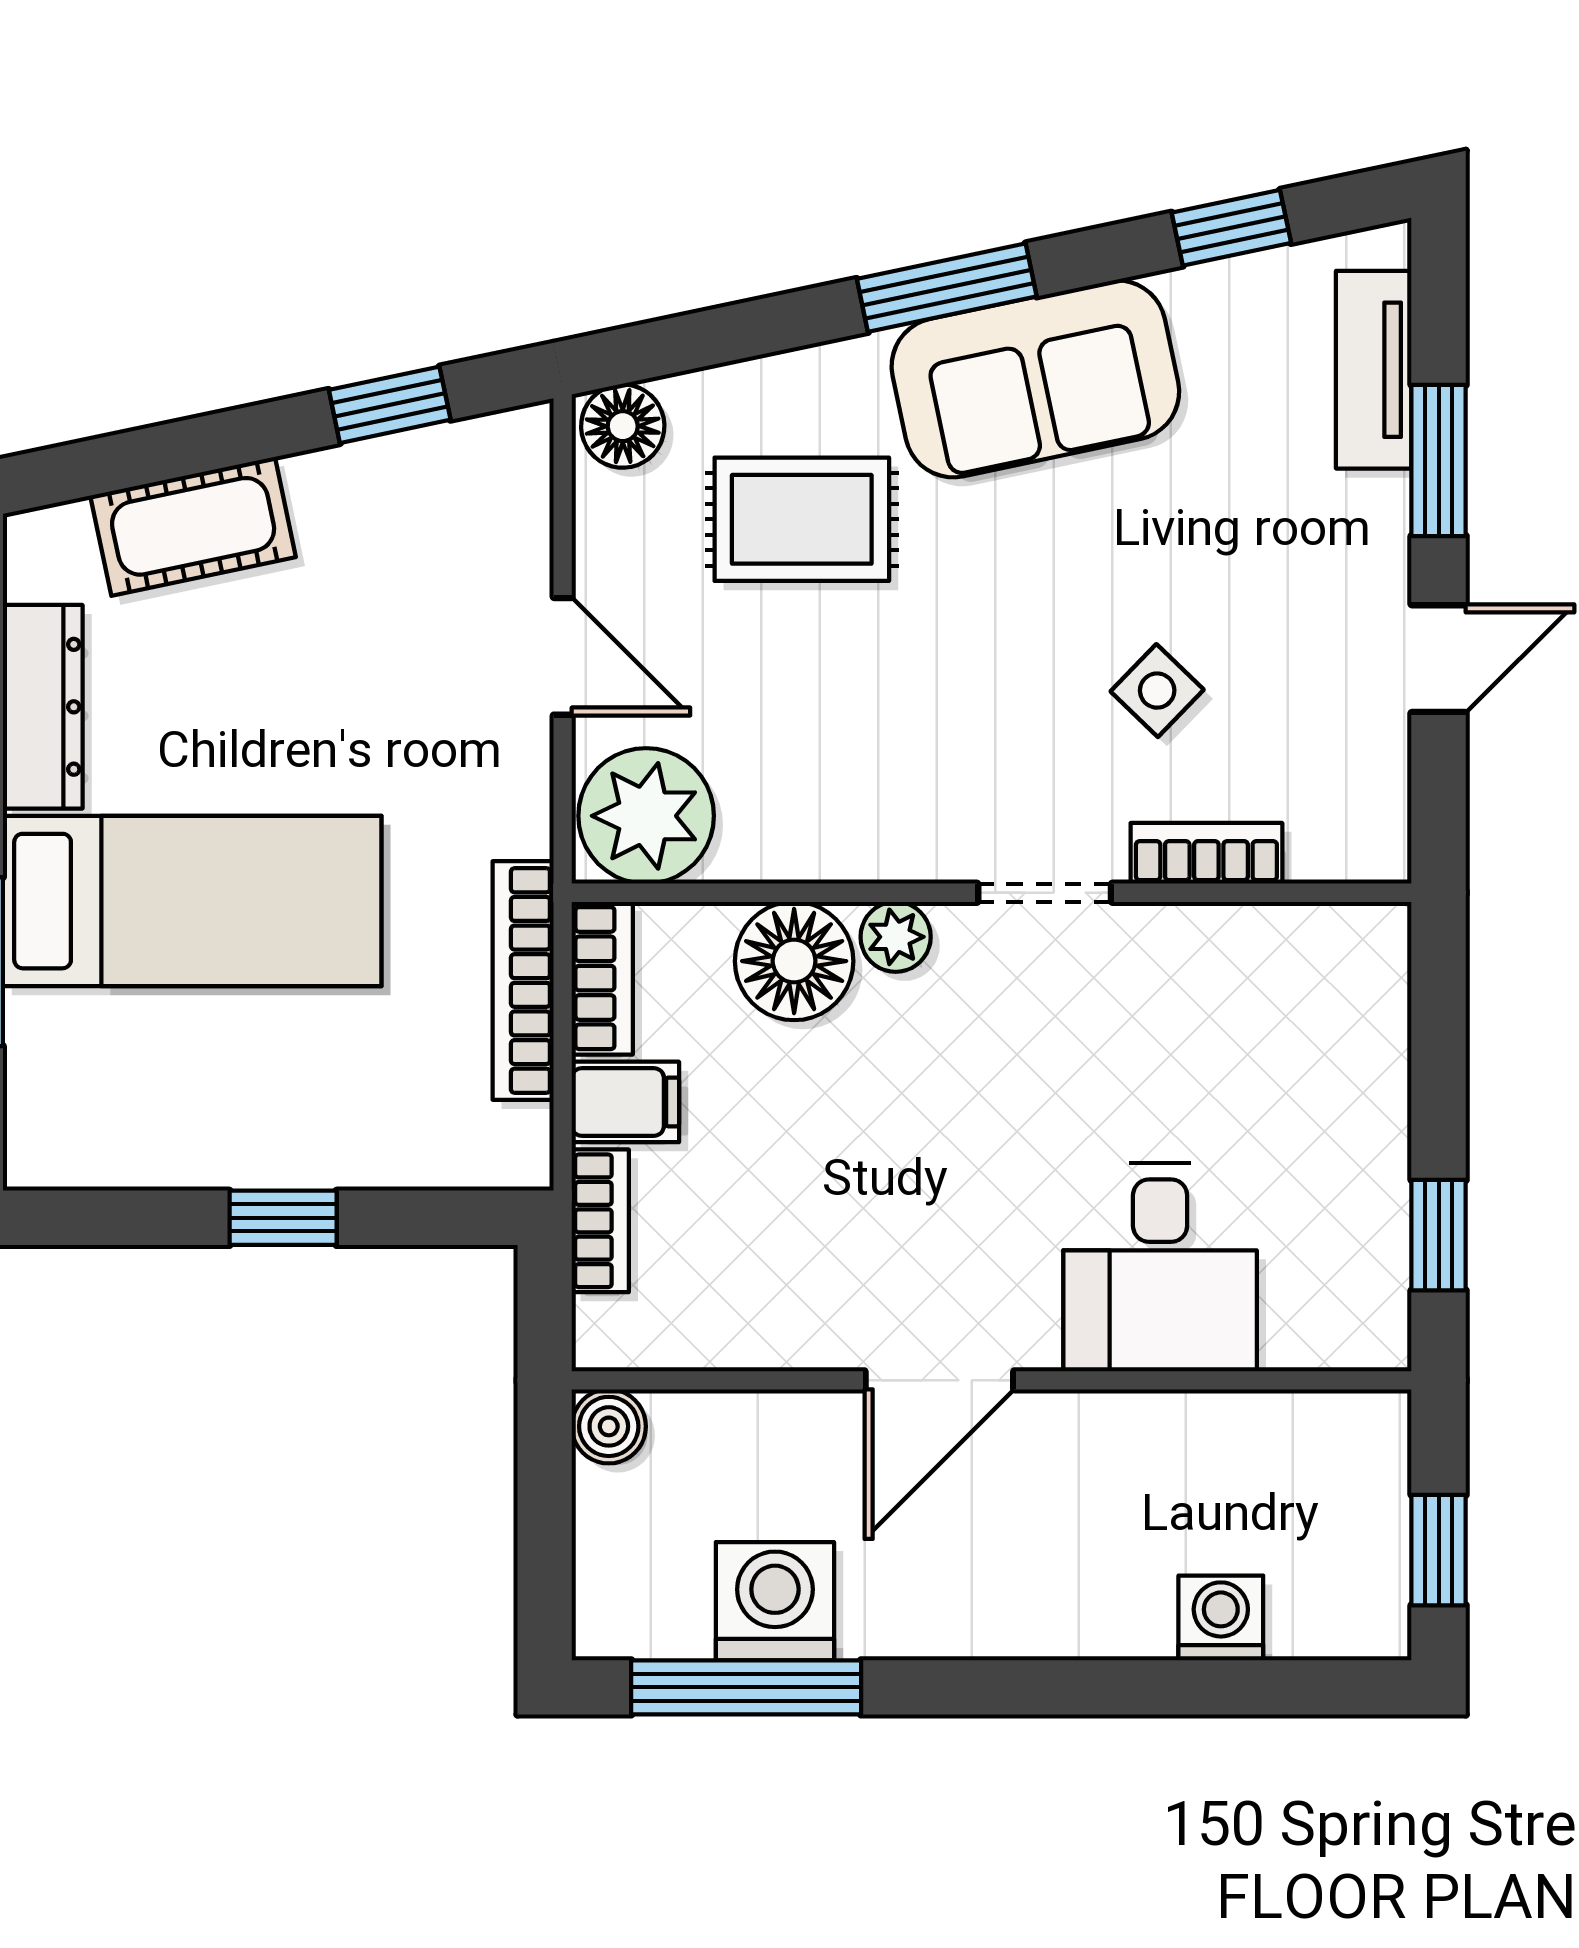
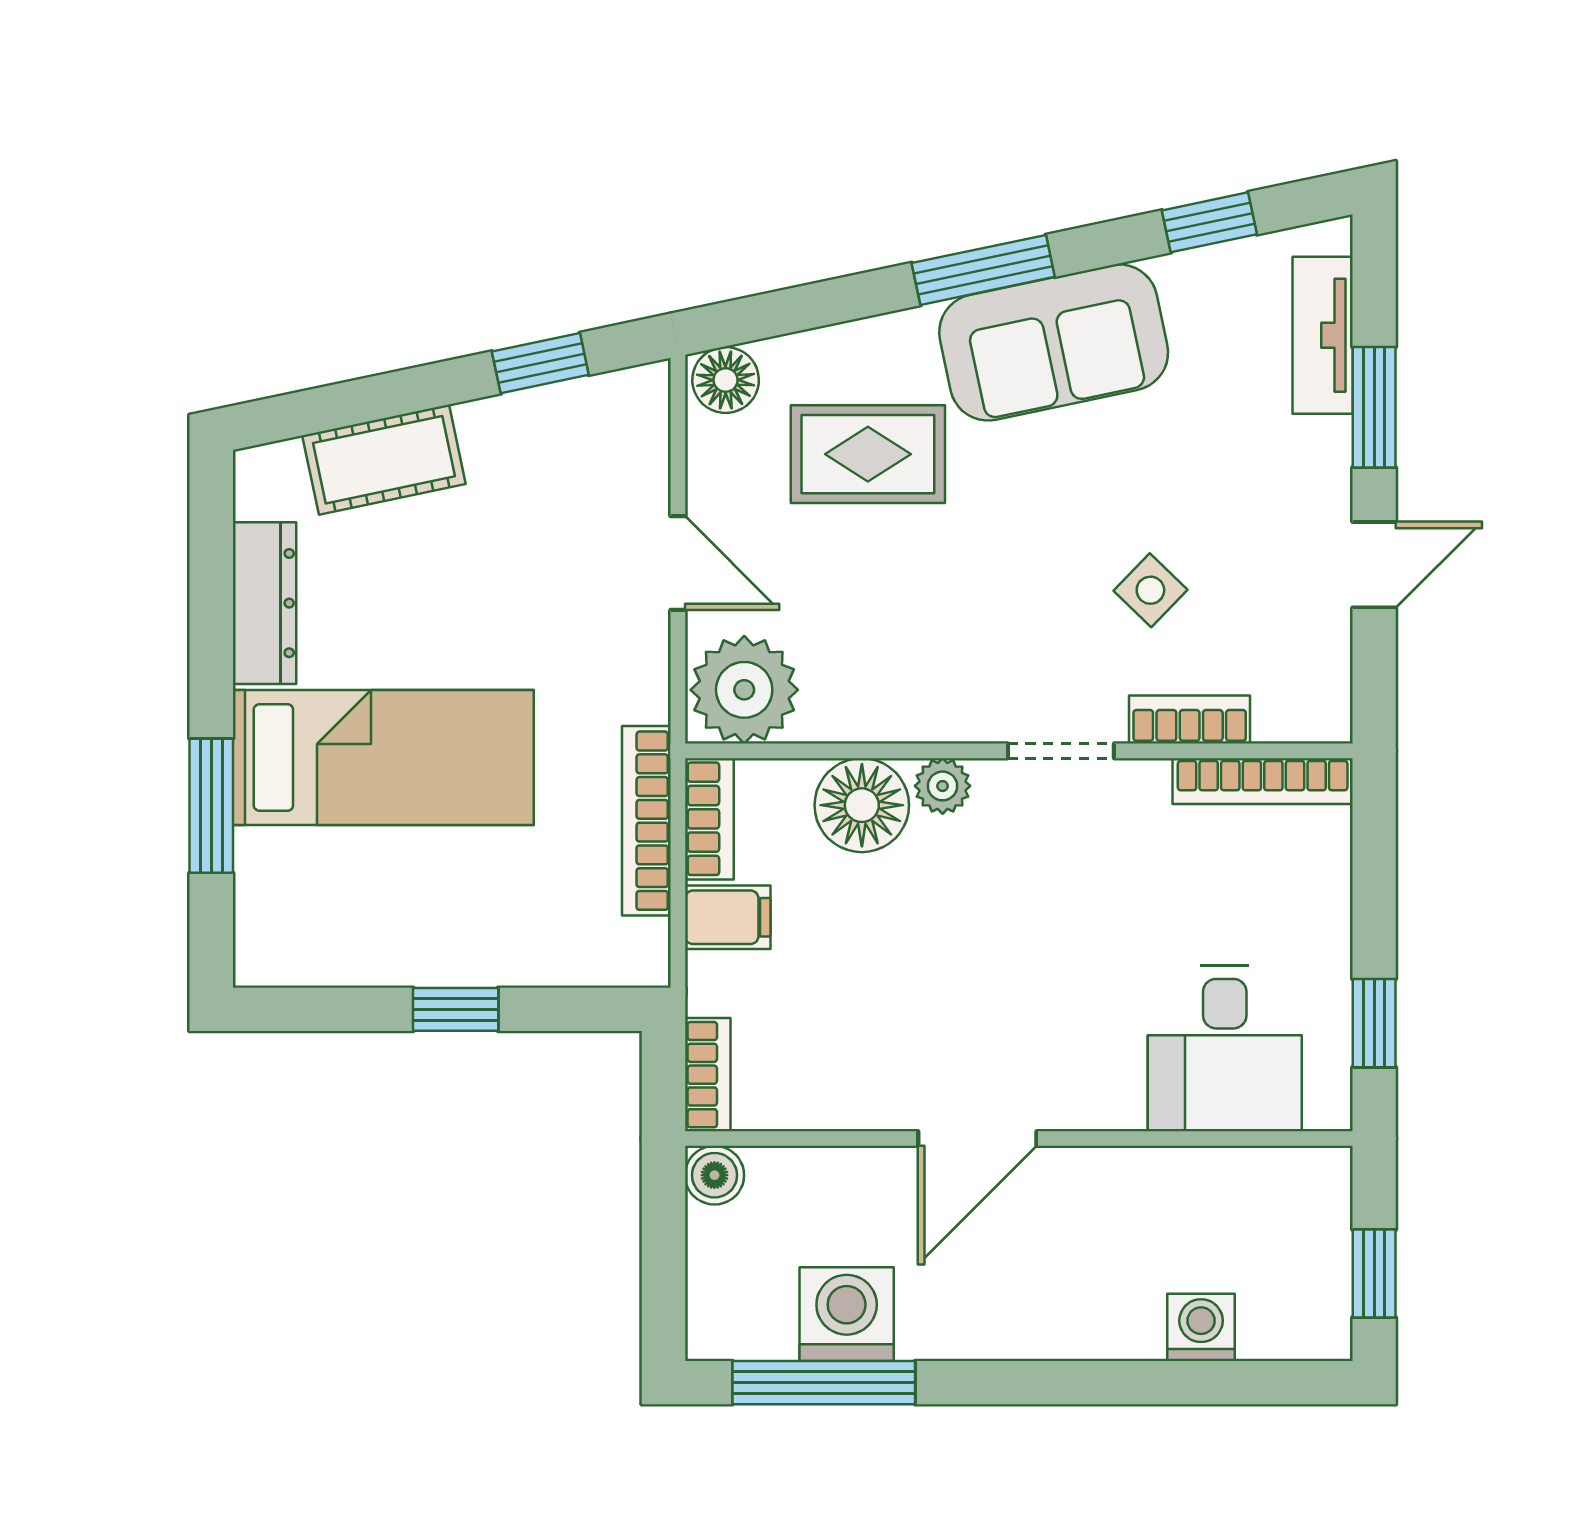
bookcase: (1298, 931) -> (1263, 781), added
bookcase: (600, 1221) -> (708, 1075), moved
desk: (1160, 1267) -> (1225, 1048), moved

